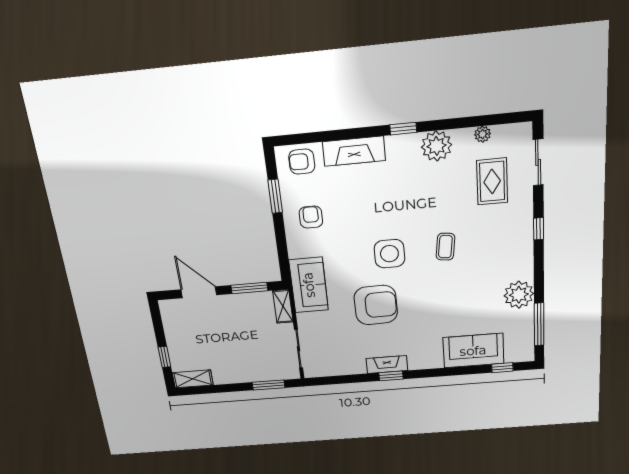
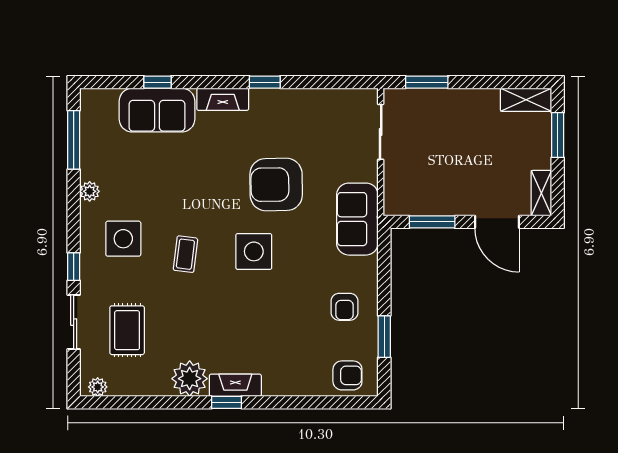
plant: (483, 134) -> (98, 387), moved
fireplace: (354, 151) -> (235, 385), moved, width x0.73, depth x0.76
sliding door: (538, 162) -> (74, 322), moved
side table: (497, 254) -> (123, 239), added
plant: (519, 295) -> (90, 191), width x0.53, depth x0.53
shelving: (283, 306) -> (541, 193), moved
window: (164, 357) -> (558, 135), width x1.50
fireplace: (387, 365) -> (223, 99), moved
window: (502, 368) -> (157, 82), moved

